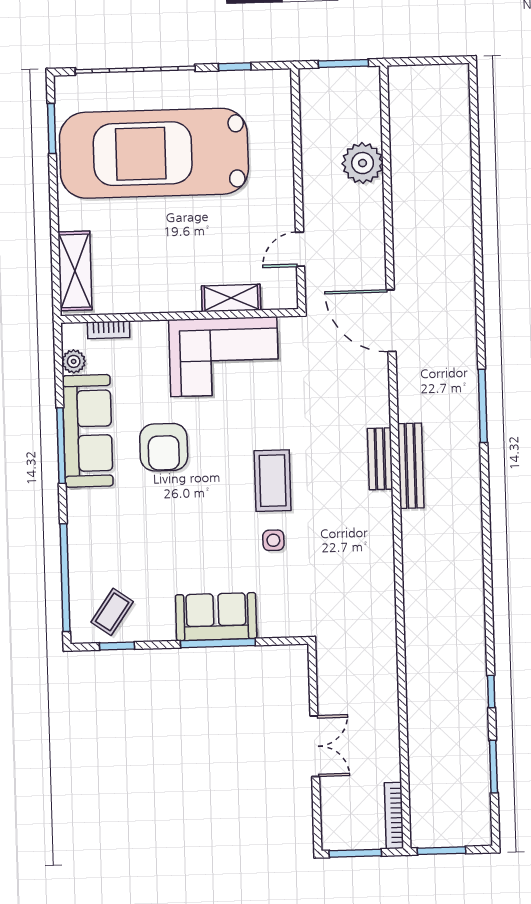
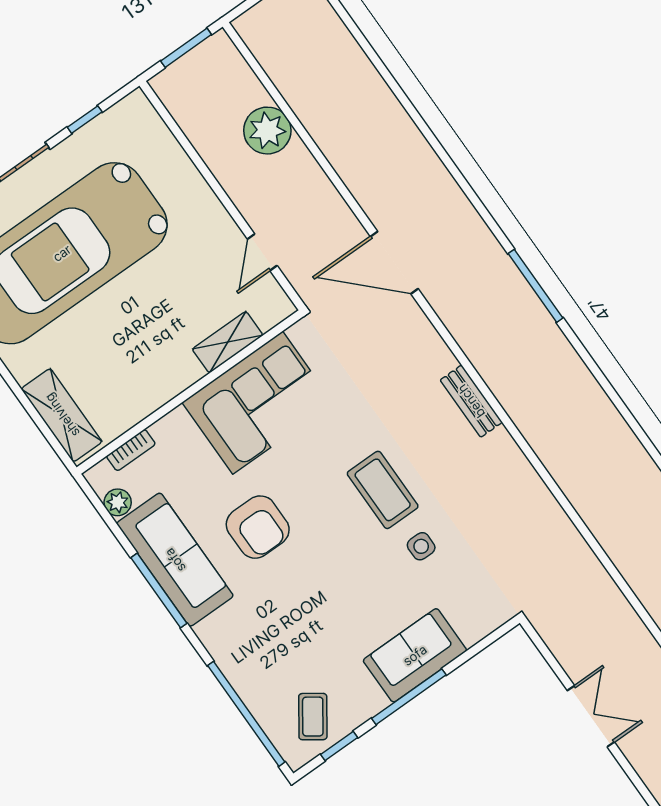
bench: (411, 466) -> (505, 388), removed
window: (218, 643) -> (409, 697), moved

